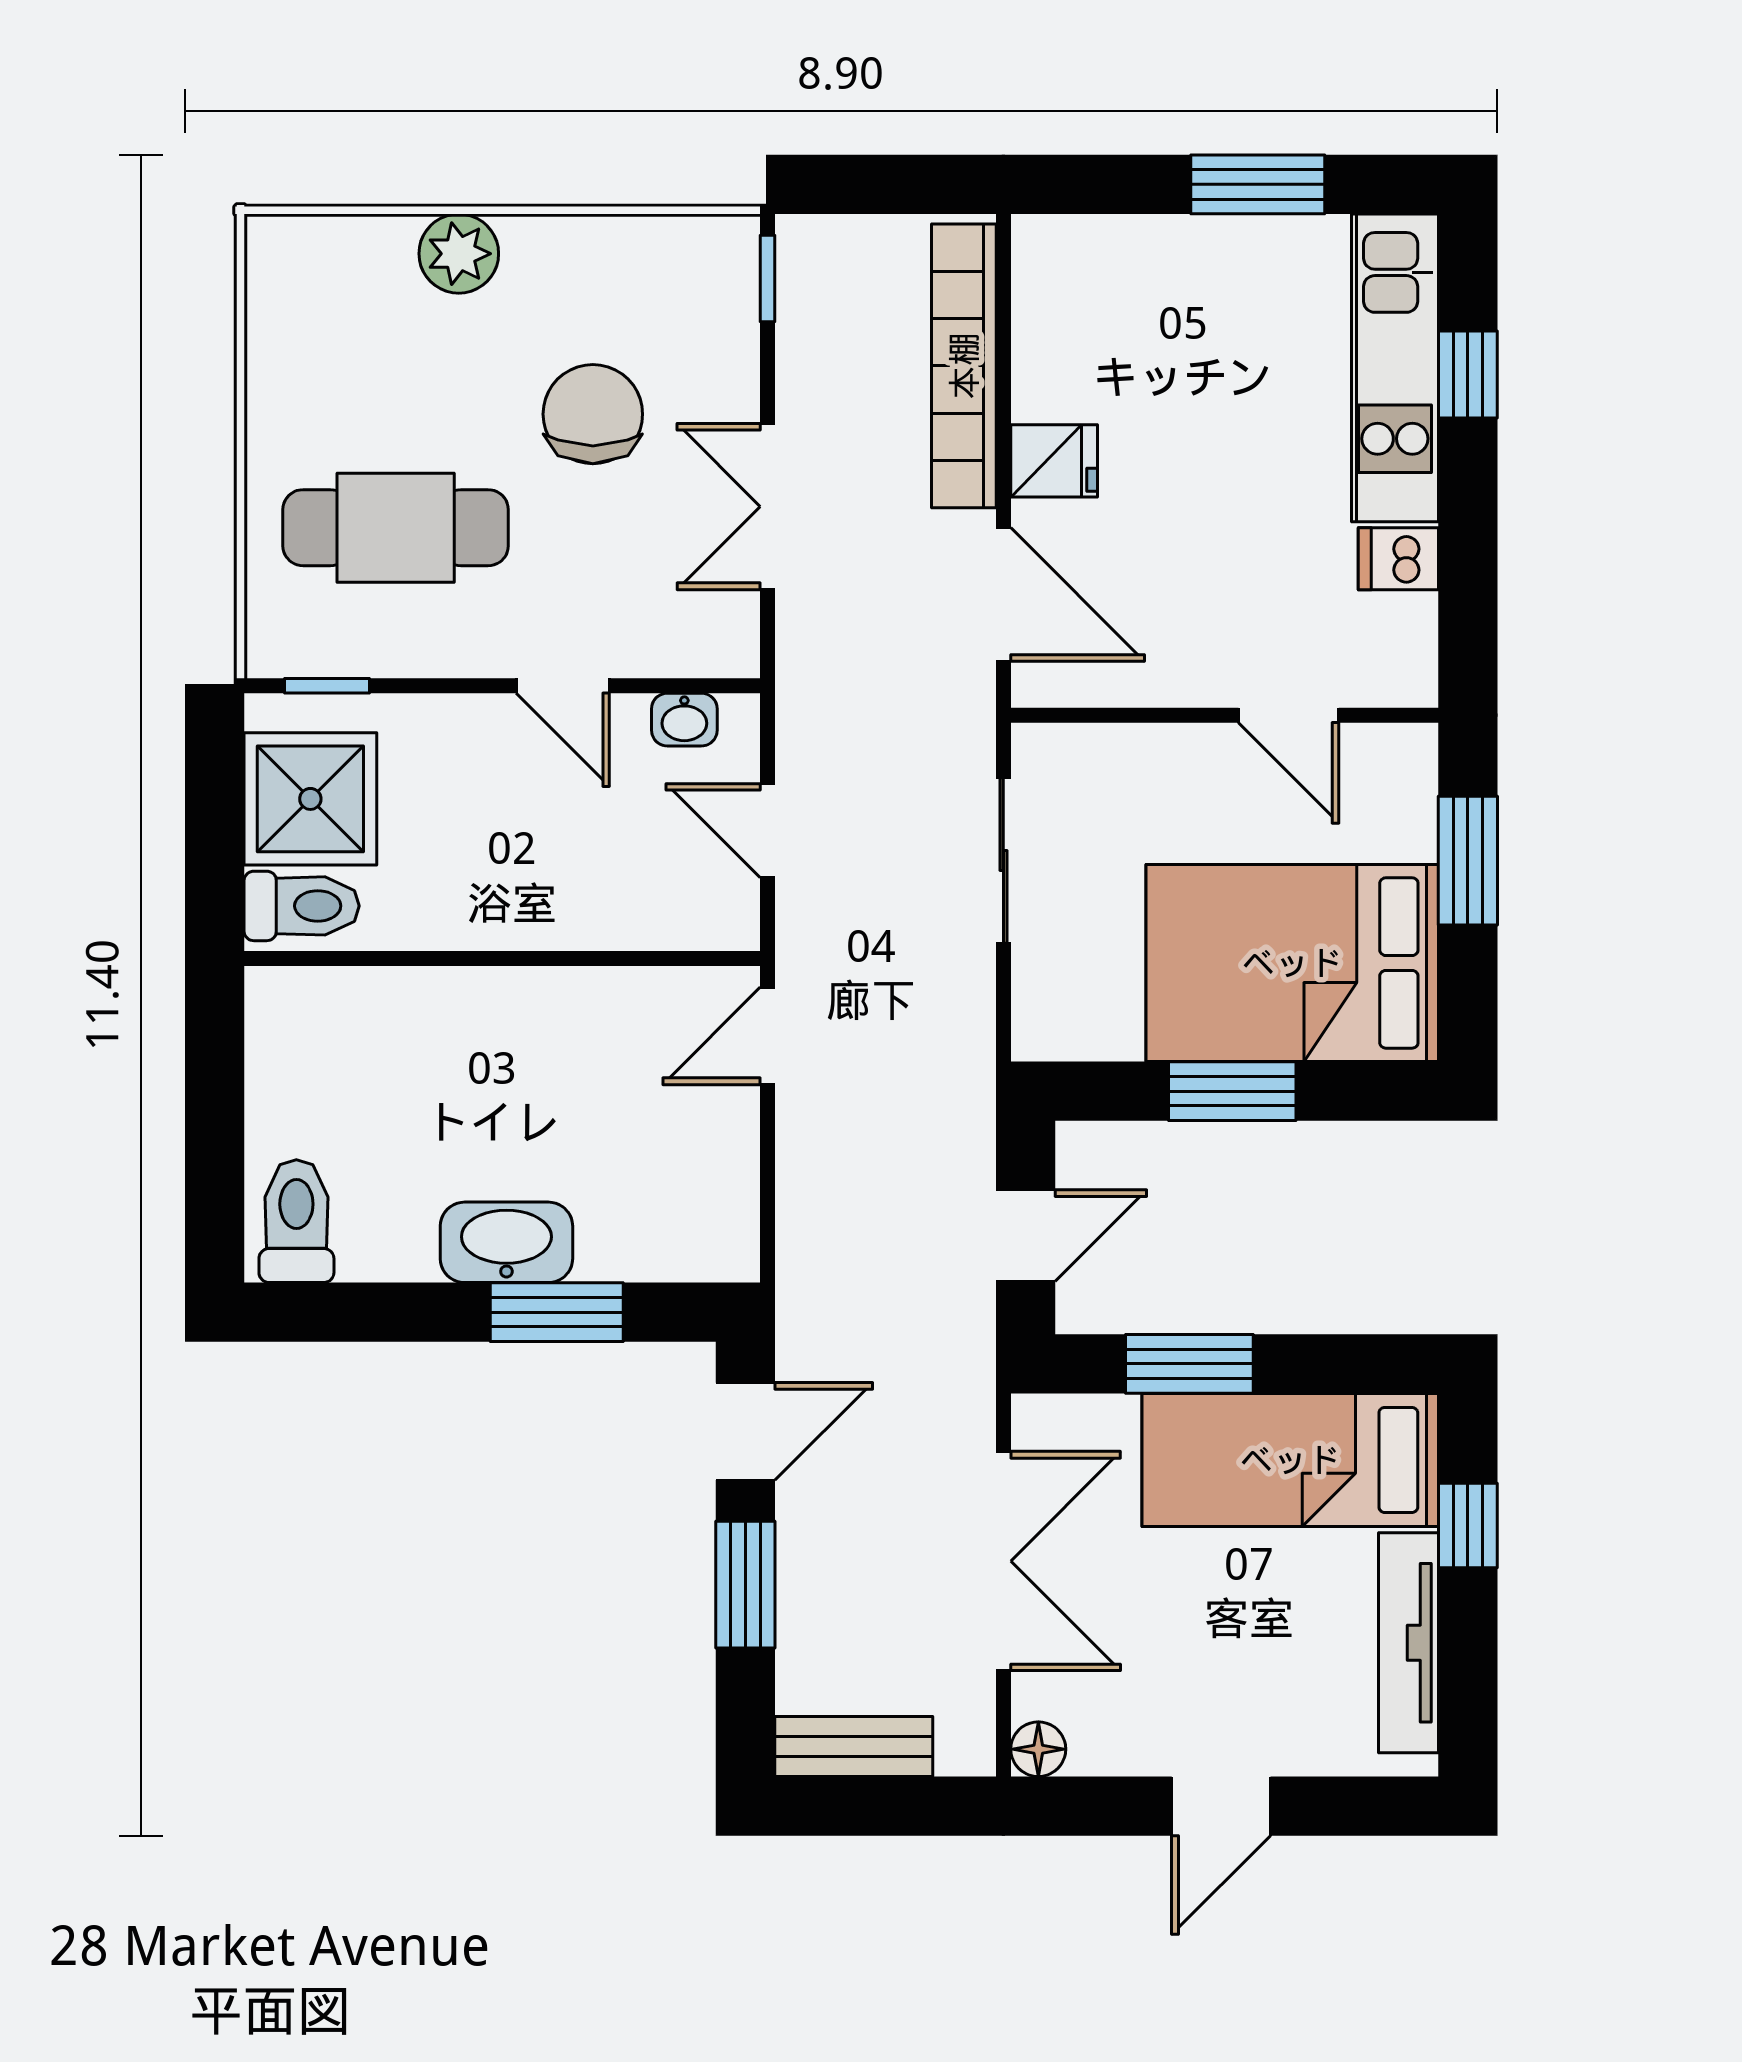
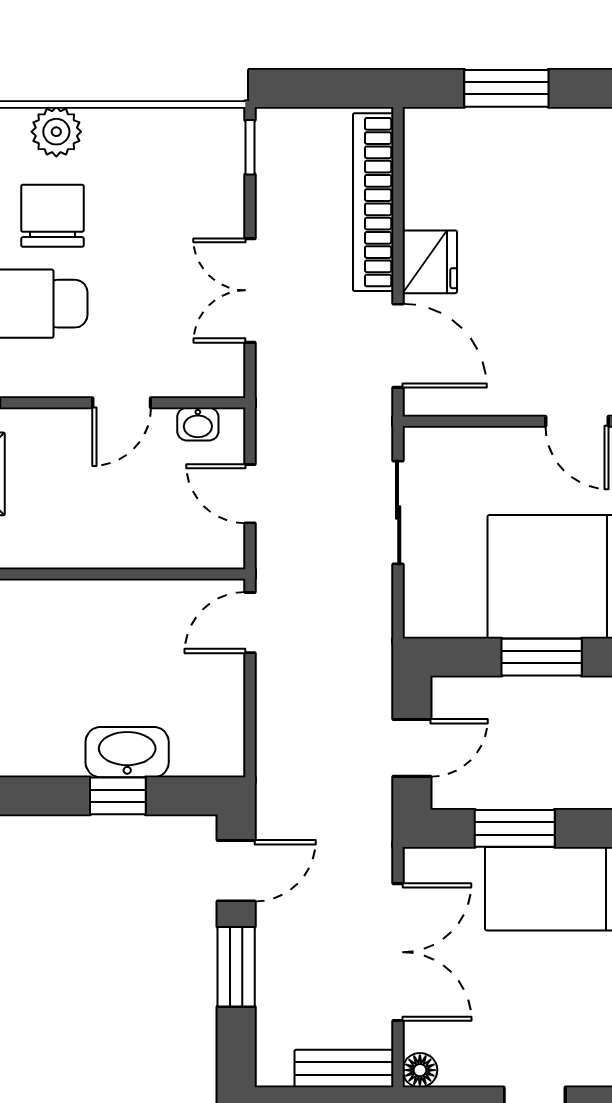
window: (1258, 184) -> (506, 88), moved
chair: (593, 414) -> (52, 216), moved
fridge: (1054, 461) -> (430, 262), width x1.38
door: (563, 686) -> (122, 403), hinge flipped
washbasin: (506, 1242) -> (127, 752), moved
window: (557, 1312) -> (118, 796), width x0.67
bench: (854, 1747) -> (344, 1068), moved

